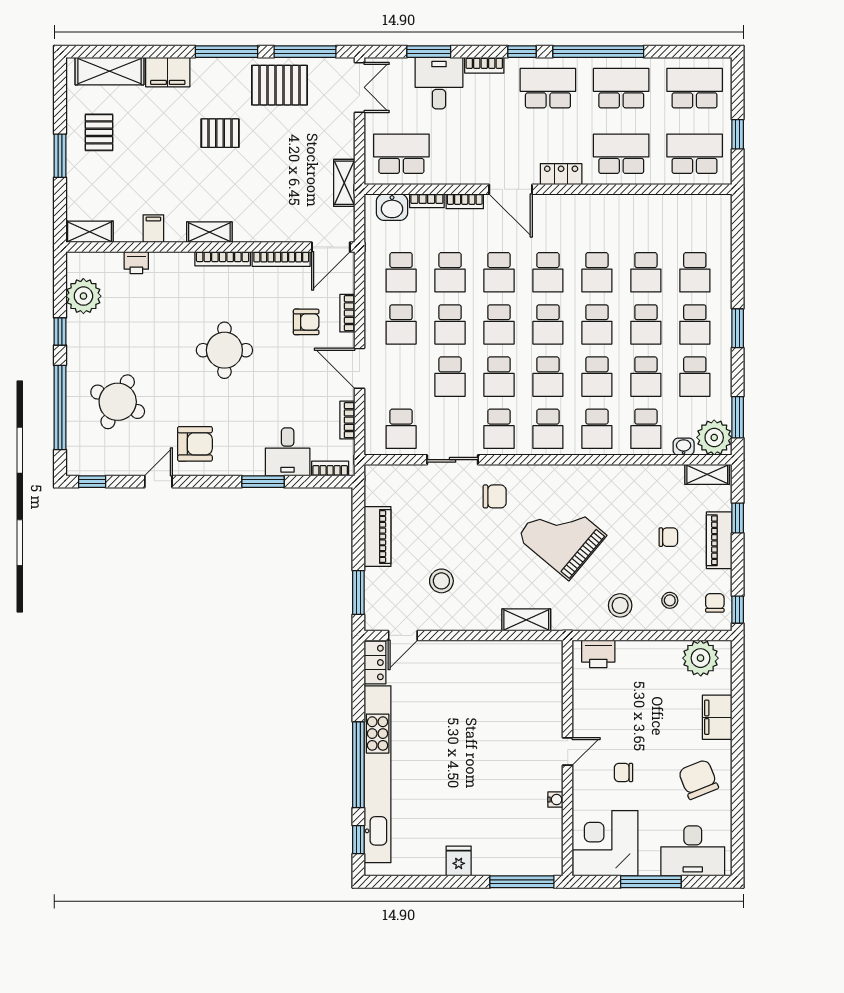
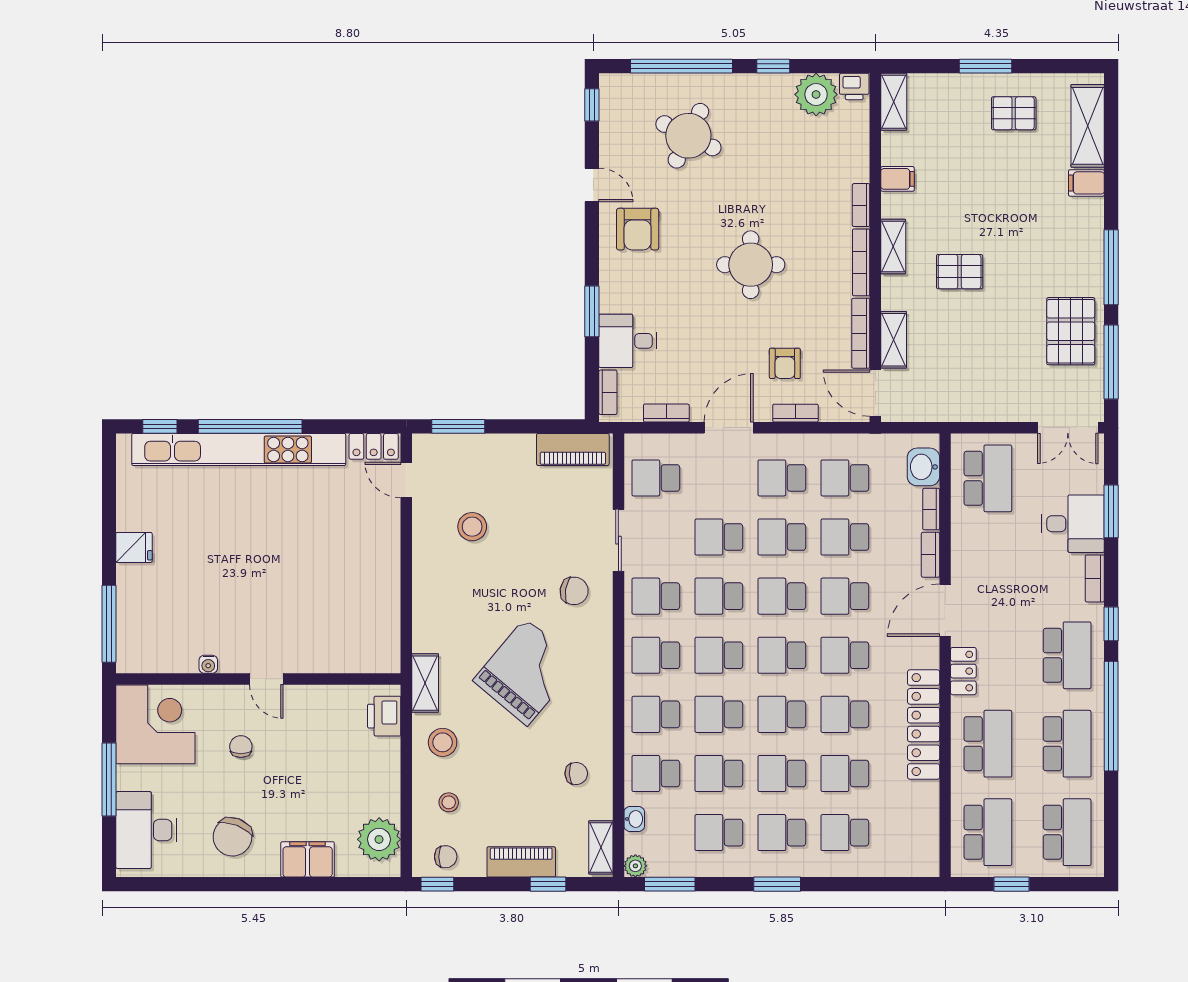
filing cabinet: (168, 72) -> (1086, 183), width x0.50
pallet: (220, 133) -> (960, 272), moved, turned 90
shelving: (344, 183) -> (894, 340), moved, turned 90
locker: (605, 207) -> (924, 725), added
bookcase: (175, 259) -> (861, 205), added
printer: (136, 263) -> (854, 86), moved, turned -90
plant: (714, 437) -> (635, 866), width x0.53, depth x0.53
chair: (495, 496) -> (574, 591), turned -81
piano: (378, 536) -> (573, 449), moved
chair: (668, 537) -> (576, 774), moved, turned -93
shelving: (526, 620) -> (425, 683), moved
chair: (698, 779) -> (233, 837), turned 133

